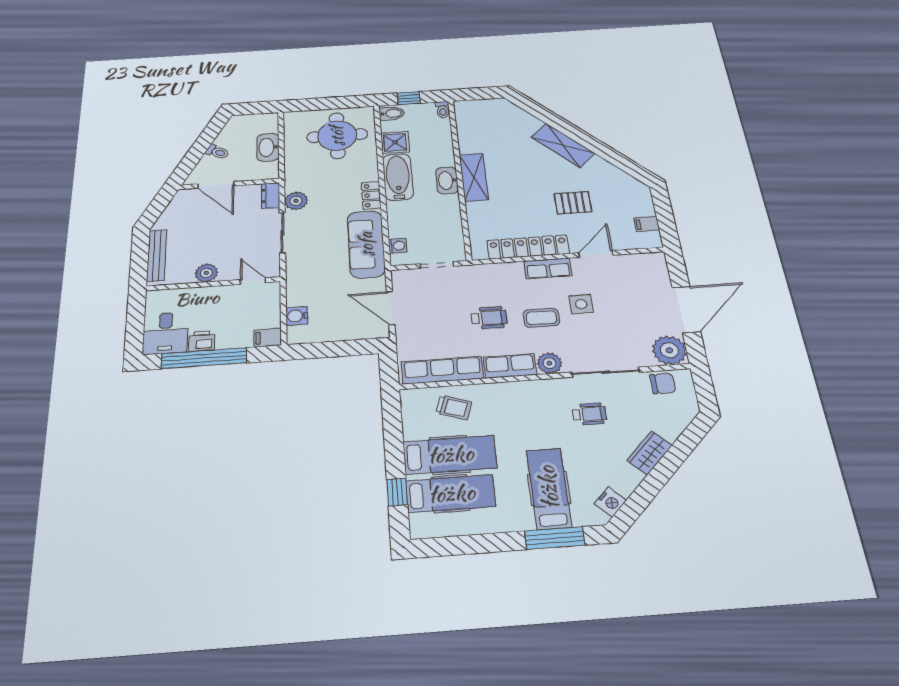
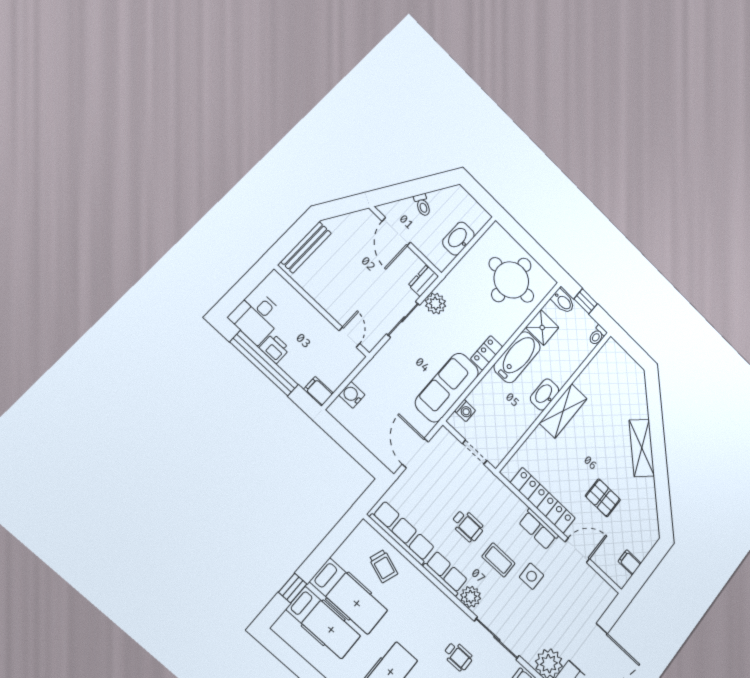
plant: (206, 273) -> (326, 297), removed

